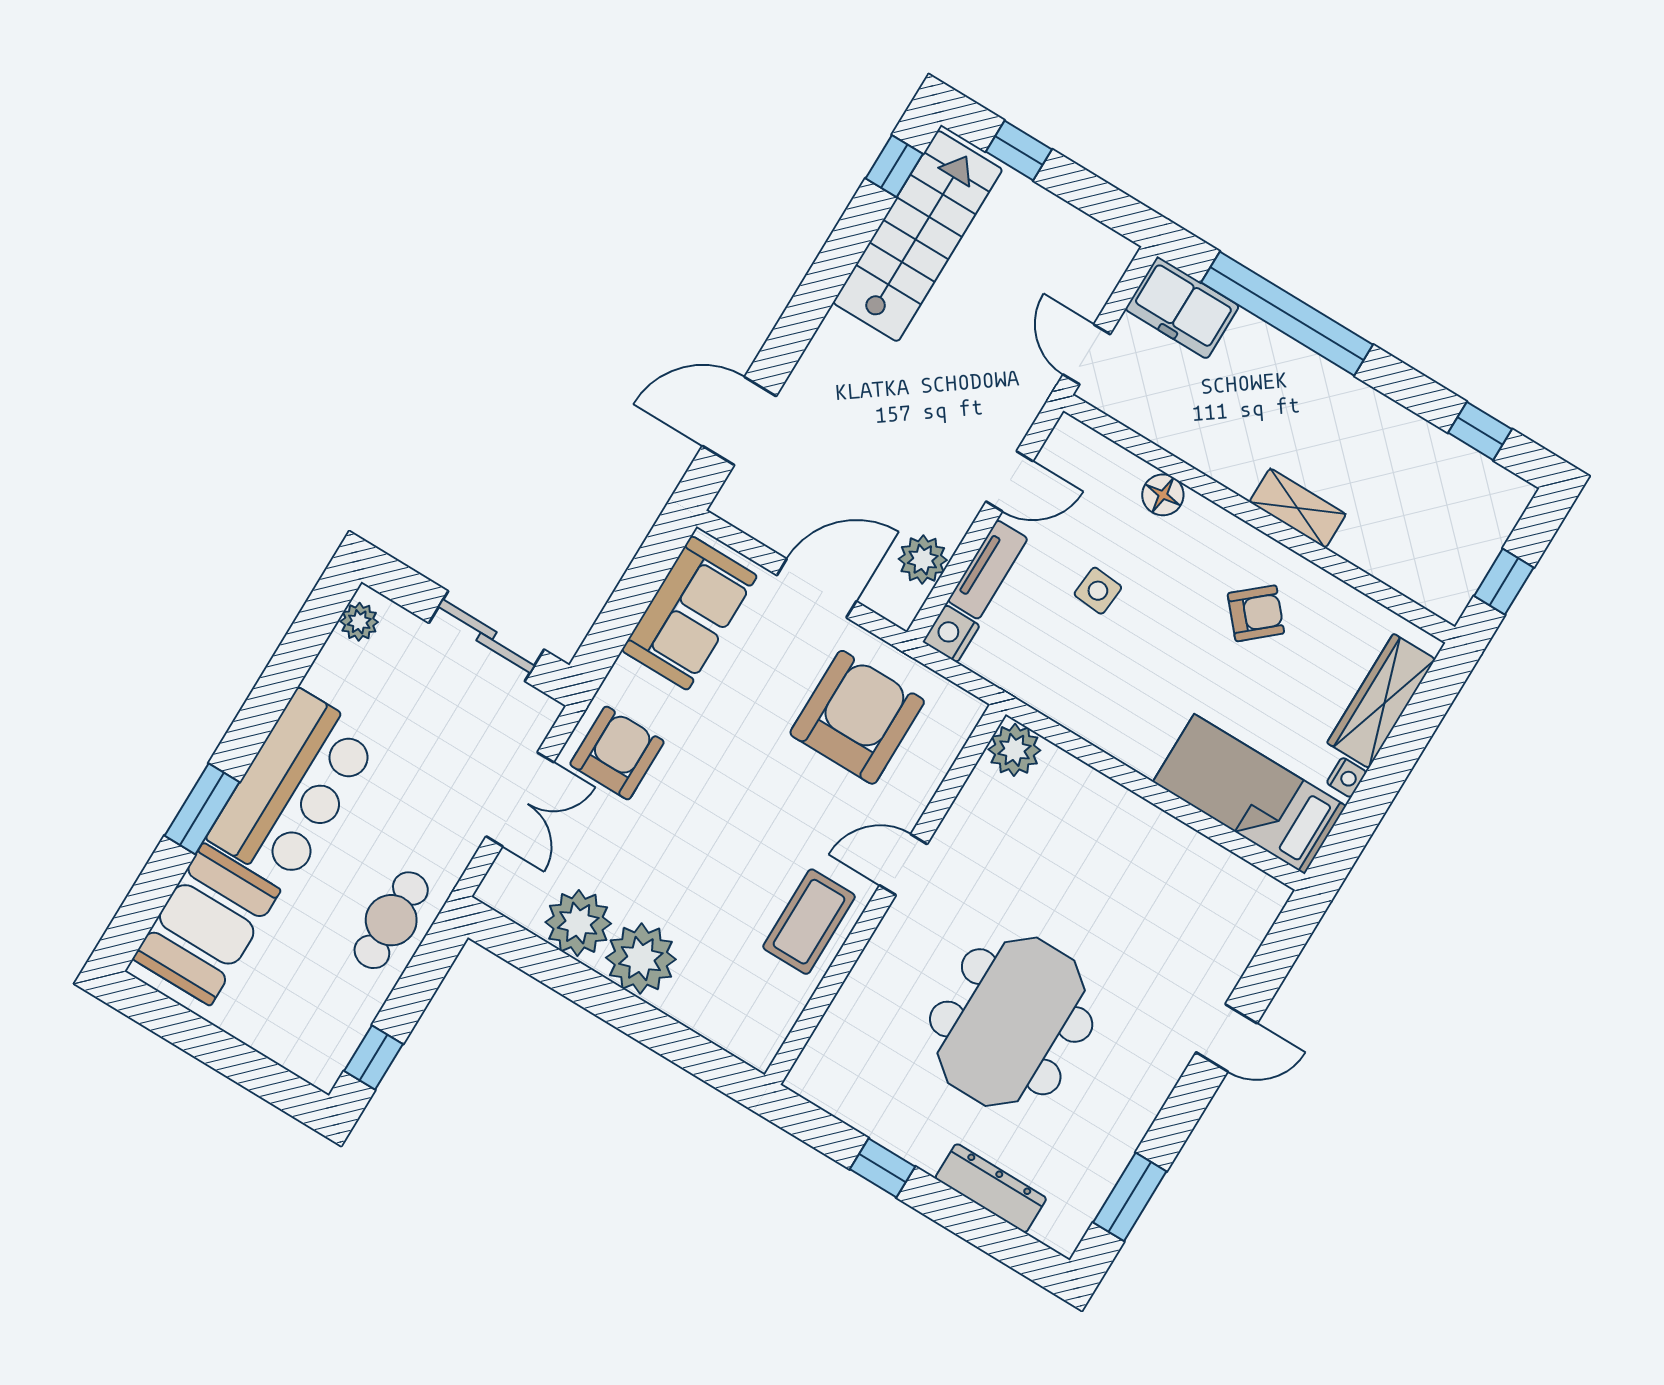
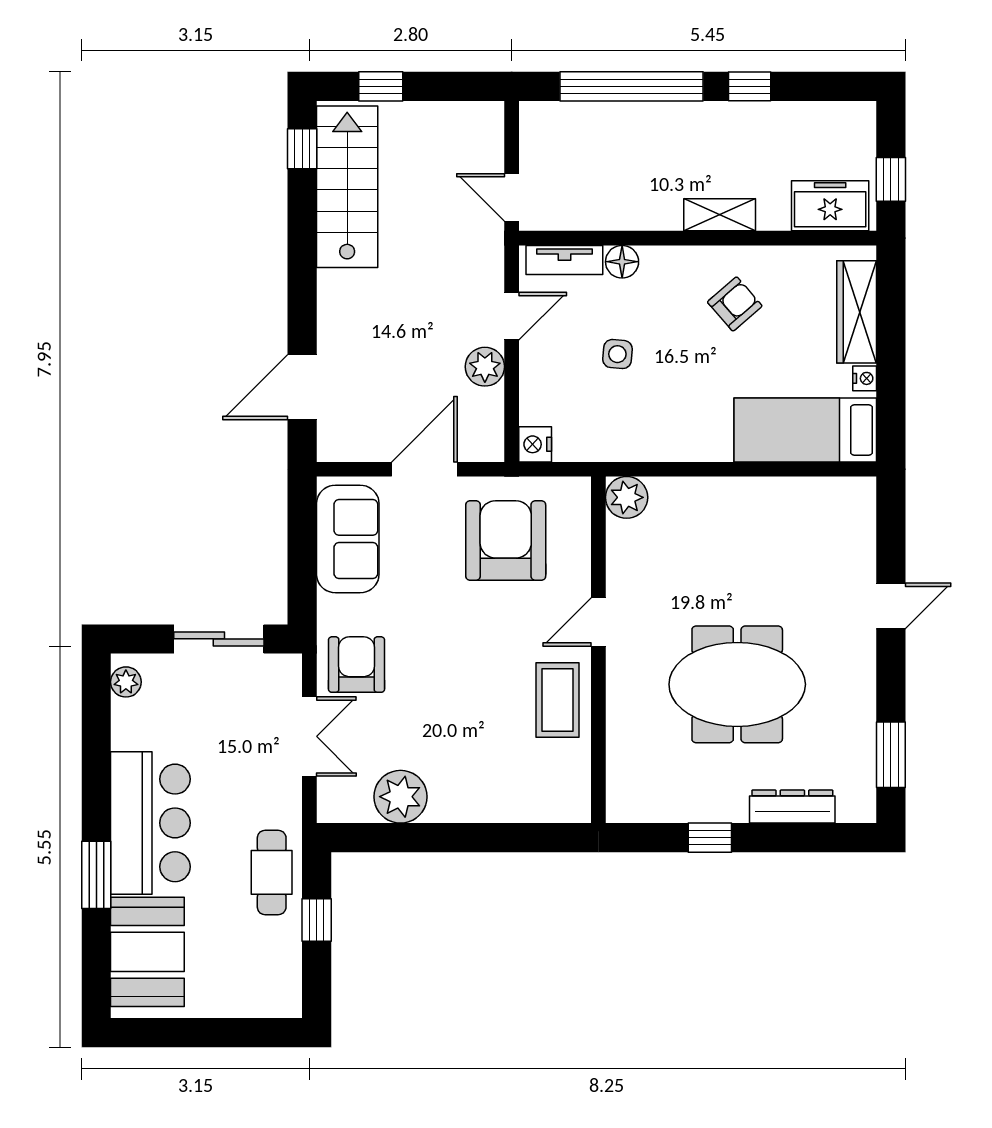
freezer: (1182, 308) -> (830, 206), moved, turned 180
window: (1480, 431) -> (750, 86), moved
plant: (923, 560) -> (485, 367), moved
tv unit: (988, 570) -> (564, 260), moved, turned 90
plant: (641, 959) -> (458, 795), removed
meeting table: (1011, 1022) -> (737, 684), turned 90
window: (374, 1057) -> (317, 920), moved

